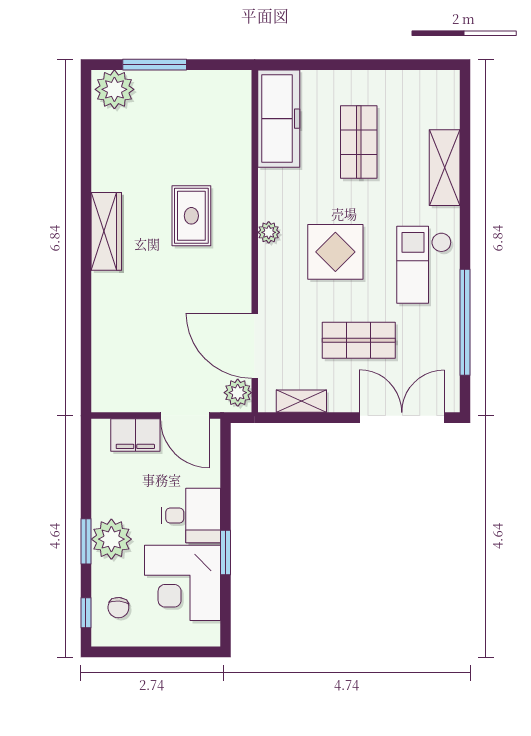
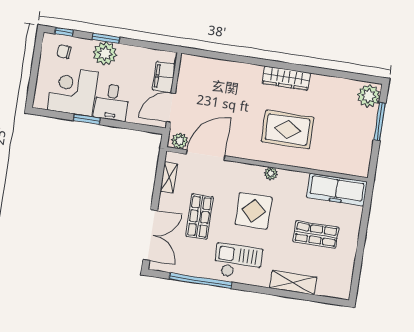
rug: (191, 216) -> (288, 130), width x1.36, depth x1.43

